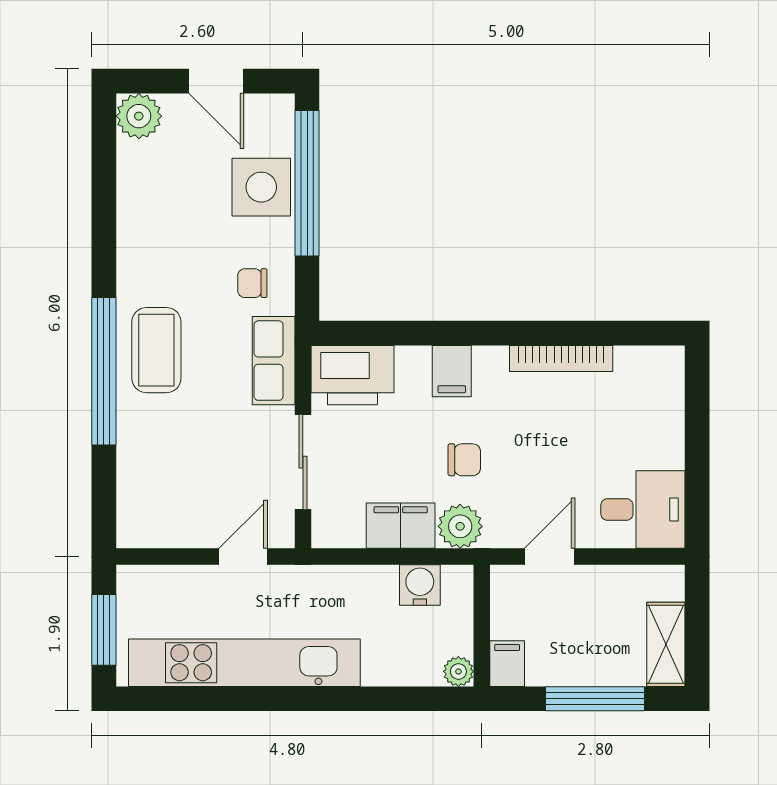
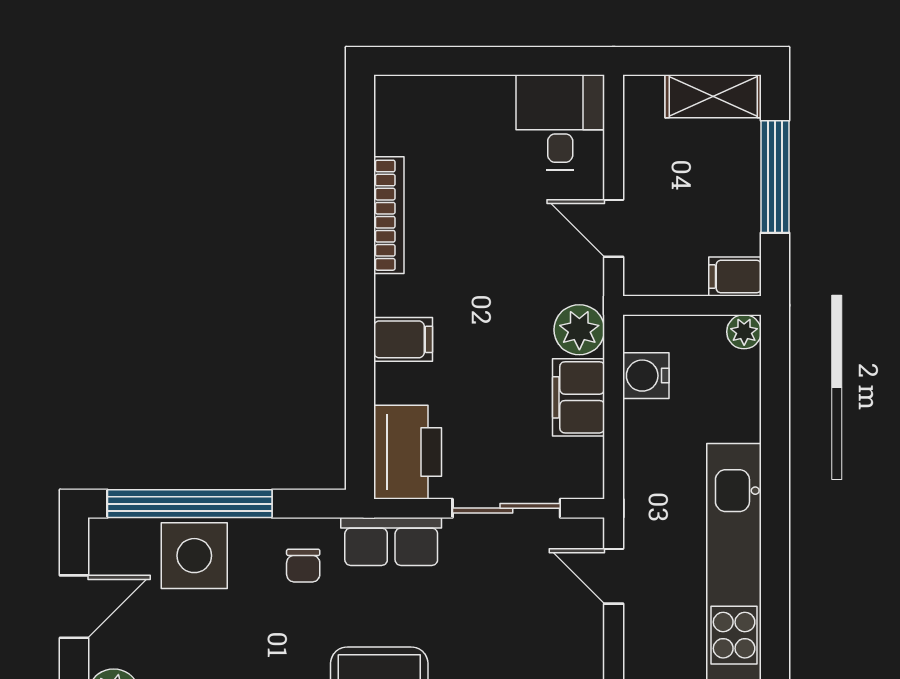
chair: (464, 460) -> (504, 325), removed

